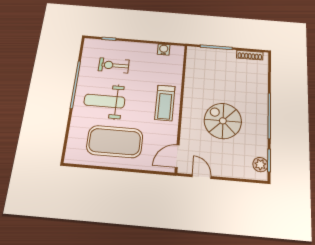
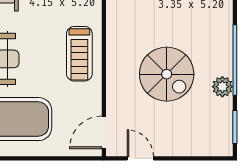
spiral stairs: (223, 121) -> (167, 74), turned 180
plant: (260, 165) -> (222, 87), moved

